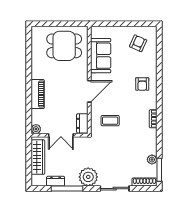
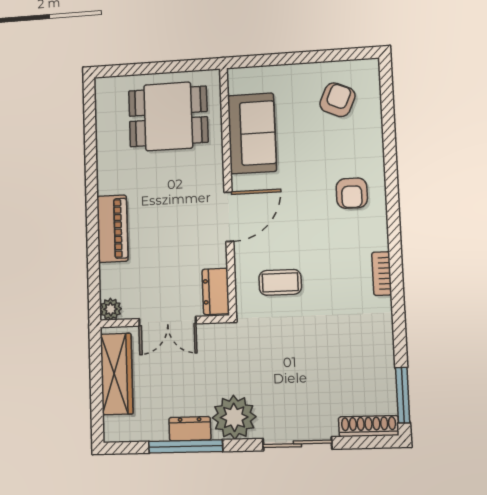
plant: (152, 160) -> (384, 371), removed
dresser: (56, 181) -> (190, 429), moved

